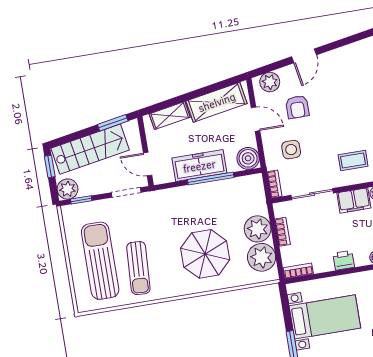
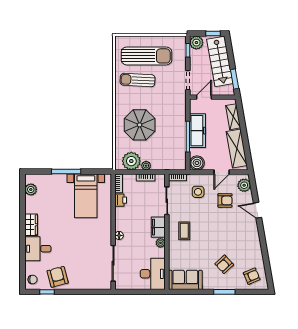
armchair: (297, 107) -> (225, 200), turned 180
plant: (258, 229) -> (146, 166), width x0.53, depth x0.53
printer: (344, 260) -> (121, 200), moved

